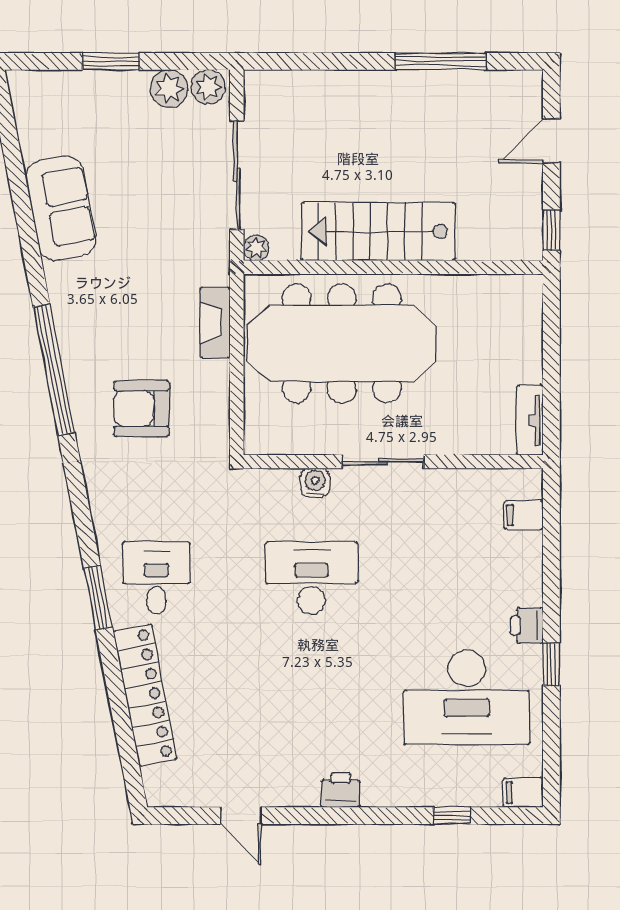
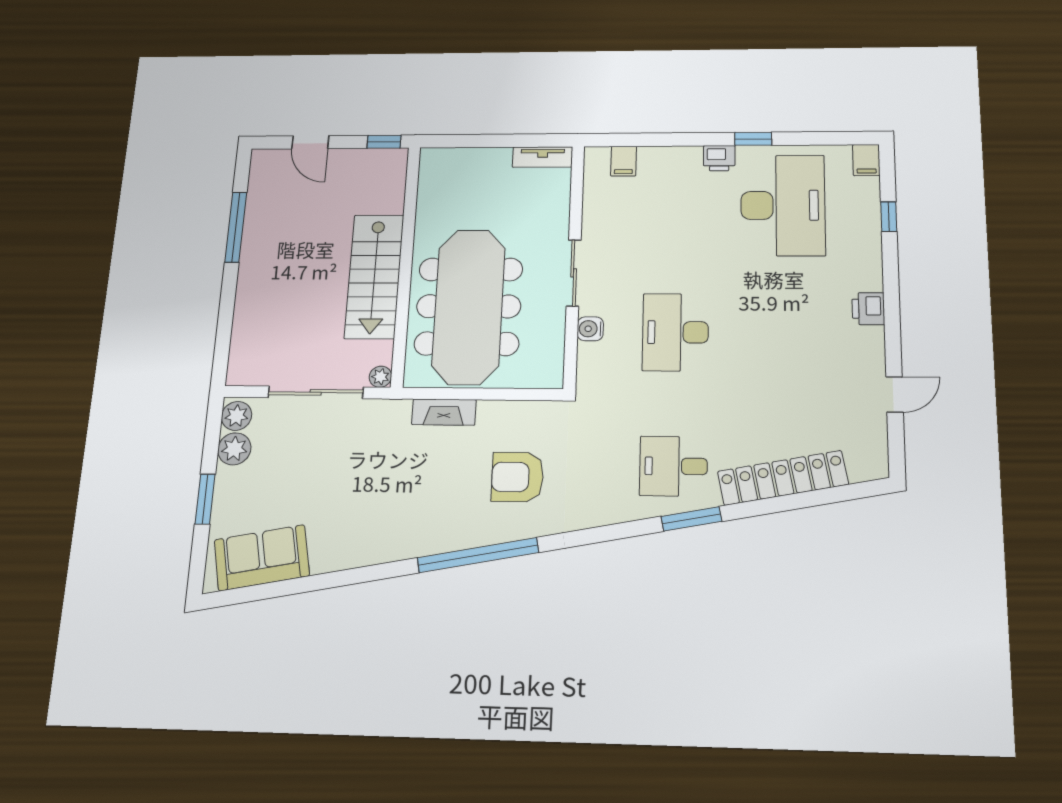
sofa: (61, 208) -> (262, 558), moved
armchair: (142, 408) -> (517, 477), turned 90

